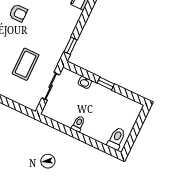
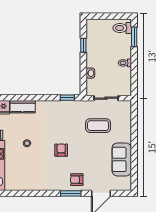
window: (106, 83) -> (83, 45), moved
window: (101, 147) -> (134, 37), added

